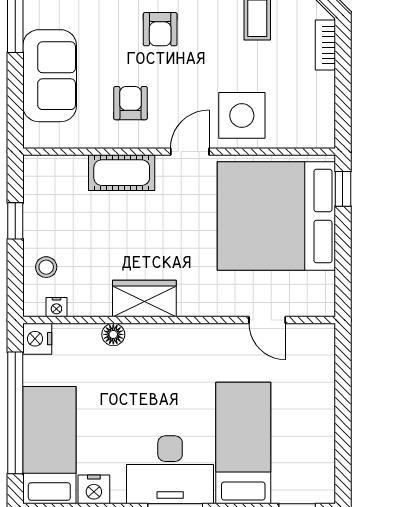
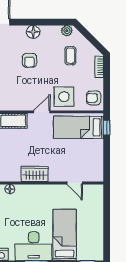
armchair: (131, 103) -> (94, 98), moved, turned -90
bed: (276, 216) -> (78, 127), width x0.49
wardrobe: (144, 299) -> (35, 174), moved

